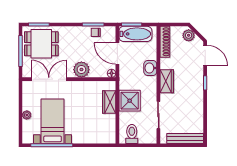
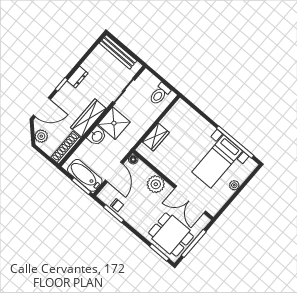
door: (205, 56) -> (42, 107), swing flipped
wardrobe: (167, 81) -> (88, 118), width x1.50
dresser: (198, 97) -> (78, 77), added
shower: (130, 101) -> (114, 123), moved

